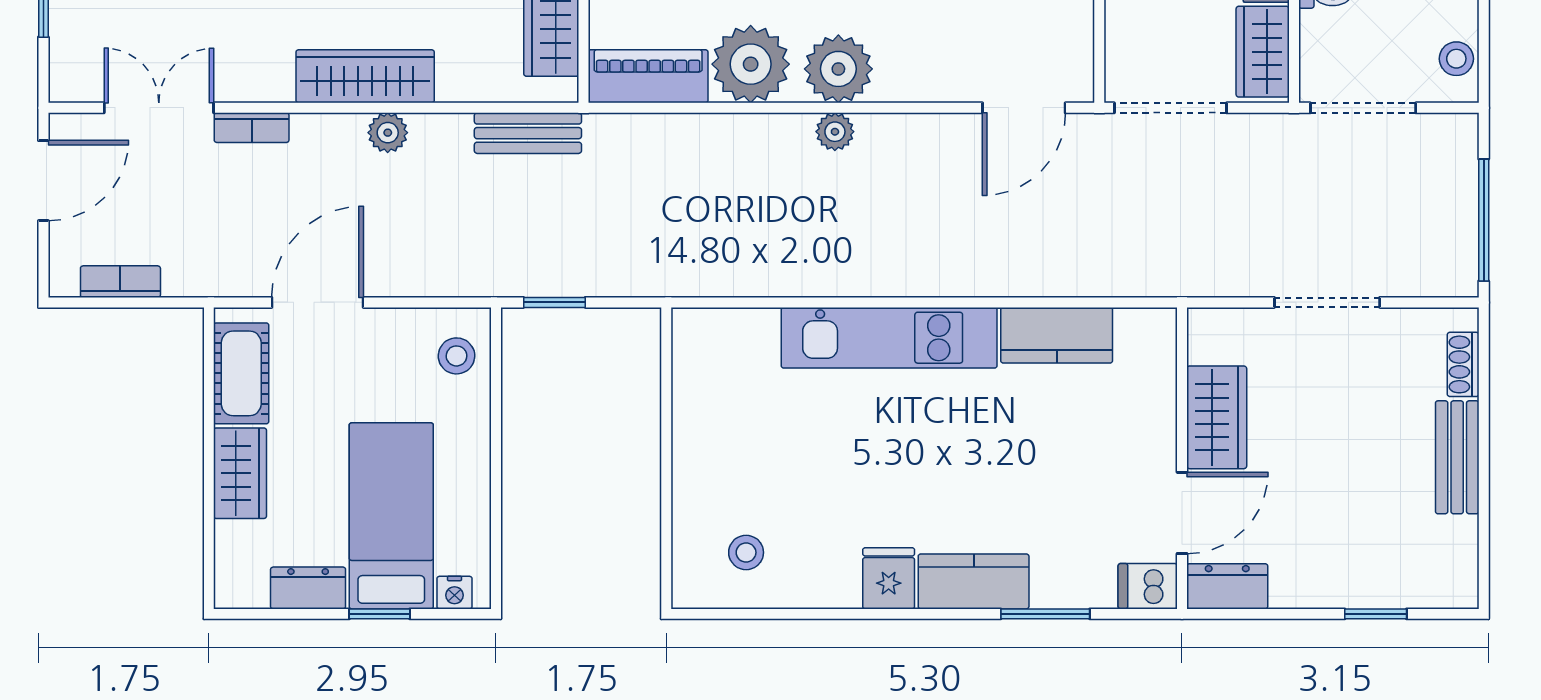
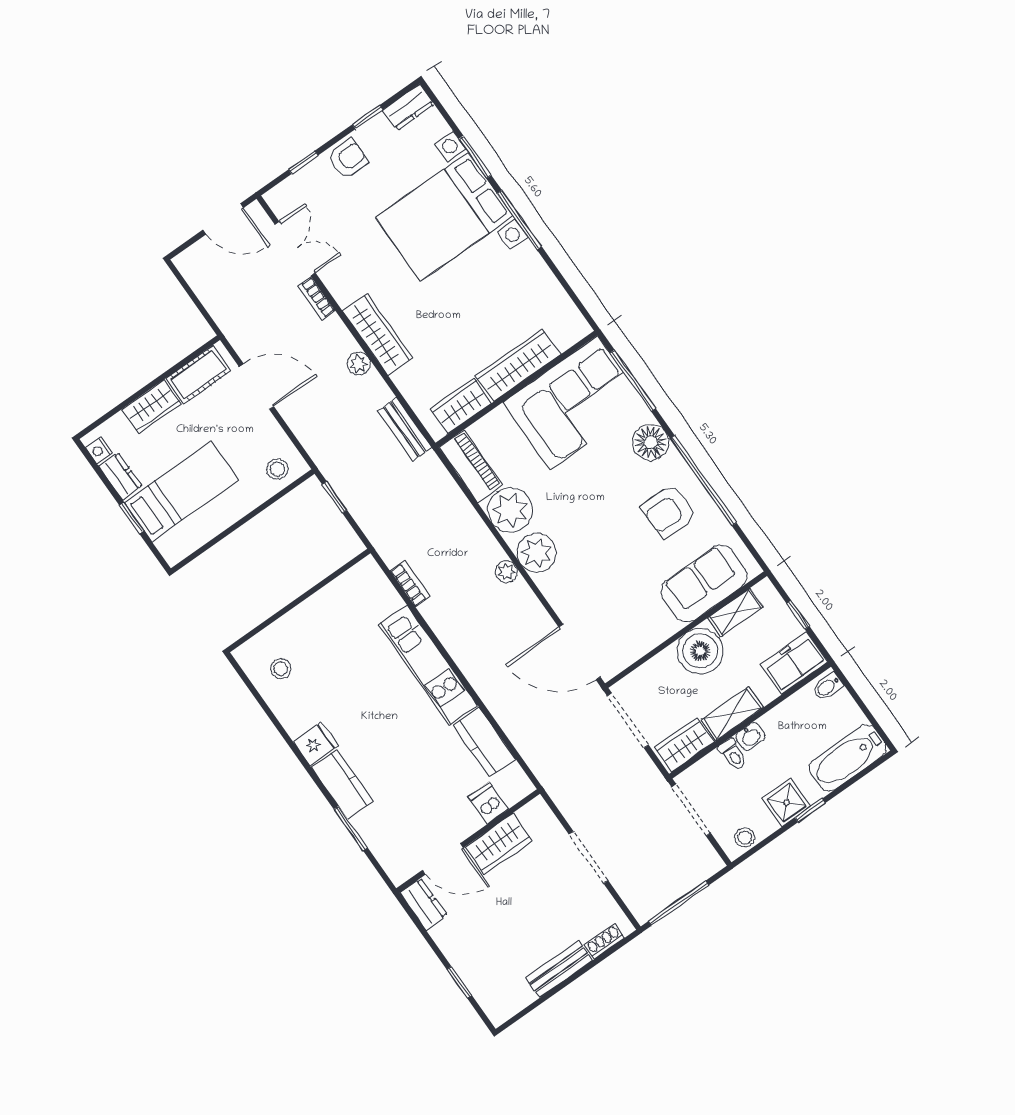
door: (1024, 108) -> (580, 652), width x1.36
bookcase: (120, 282) -> (410, 584), moved
dishwasher: (1148, 586) -> (488, 803), moved
nightstand: (454, 593) -> (99, 450), moved

